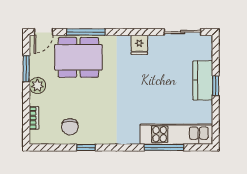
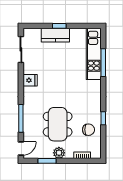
door: (44, 32) -> (21, 148), hinge flipped
dining table: (78, 57) -> (58, 124), moved

